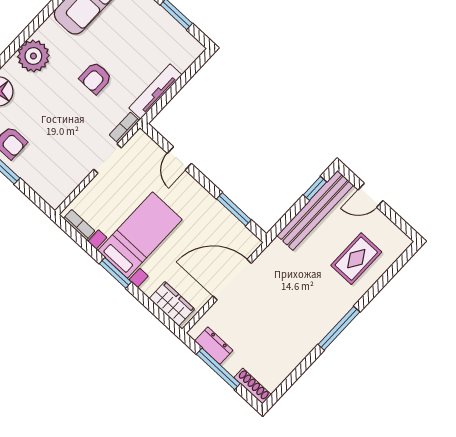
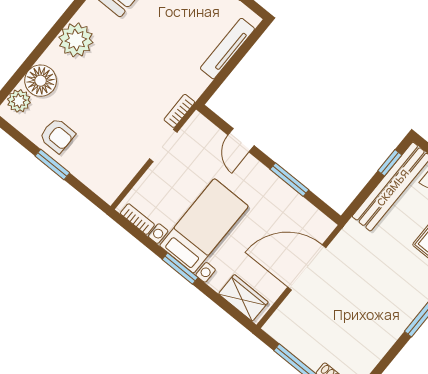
armchair: (96, 78) -> (145, 59), removed
tv unit: (155, 91) -> (227, 49), moved
window: (234, 209) -> (289, 180), moved
dresser: (214, 346) -> (292, 340), removed

